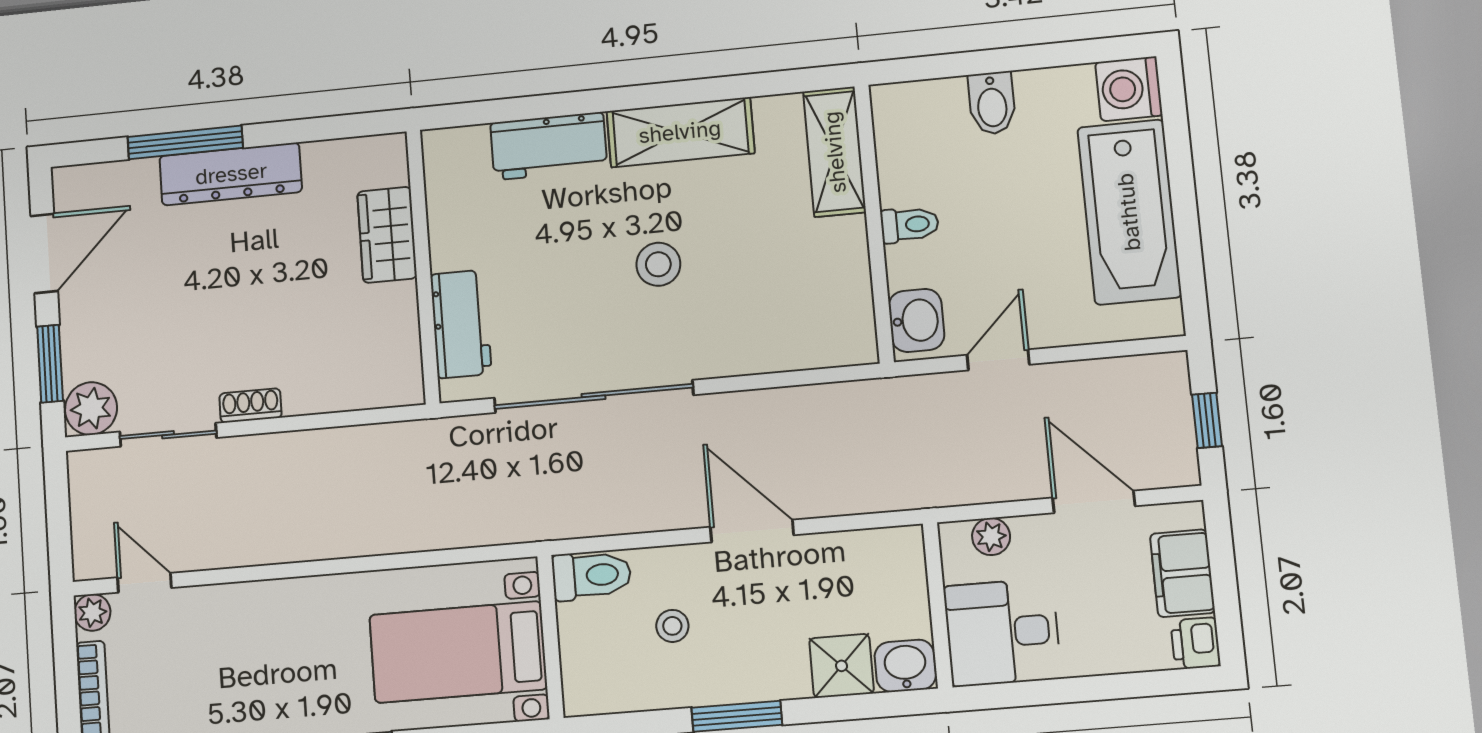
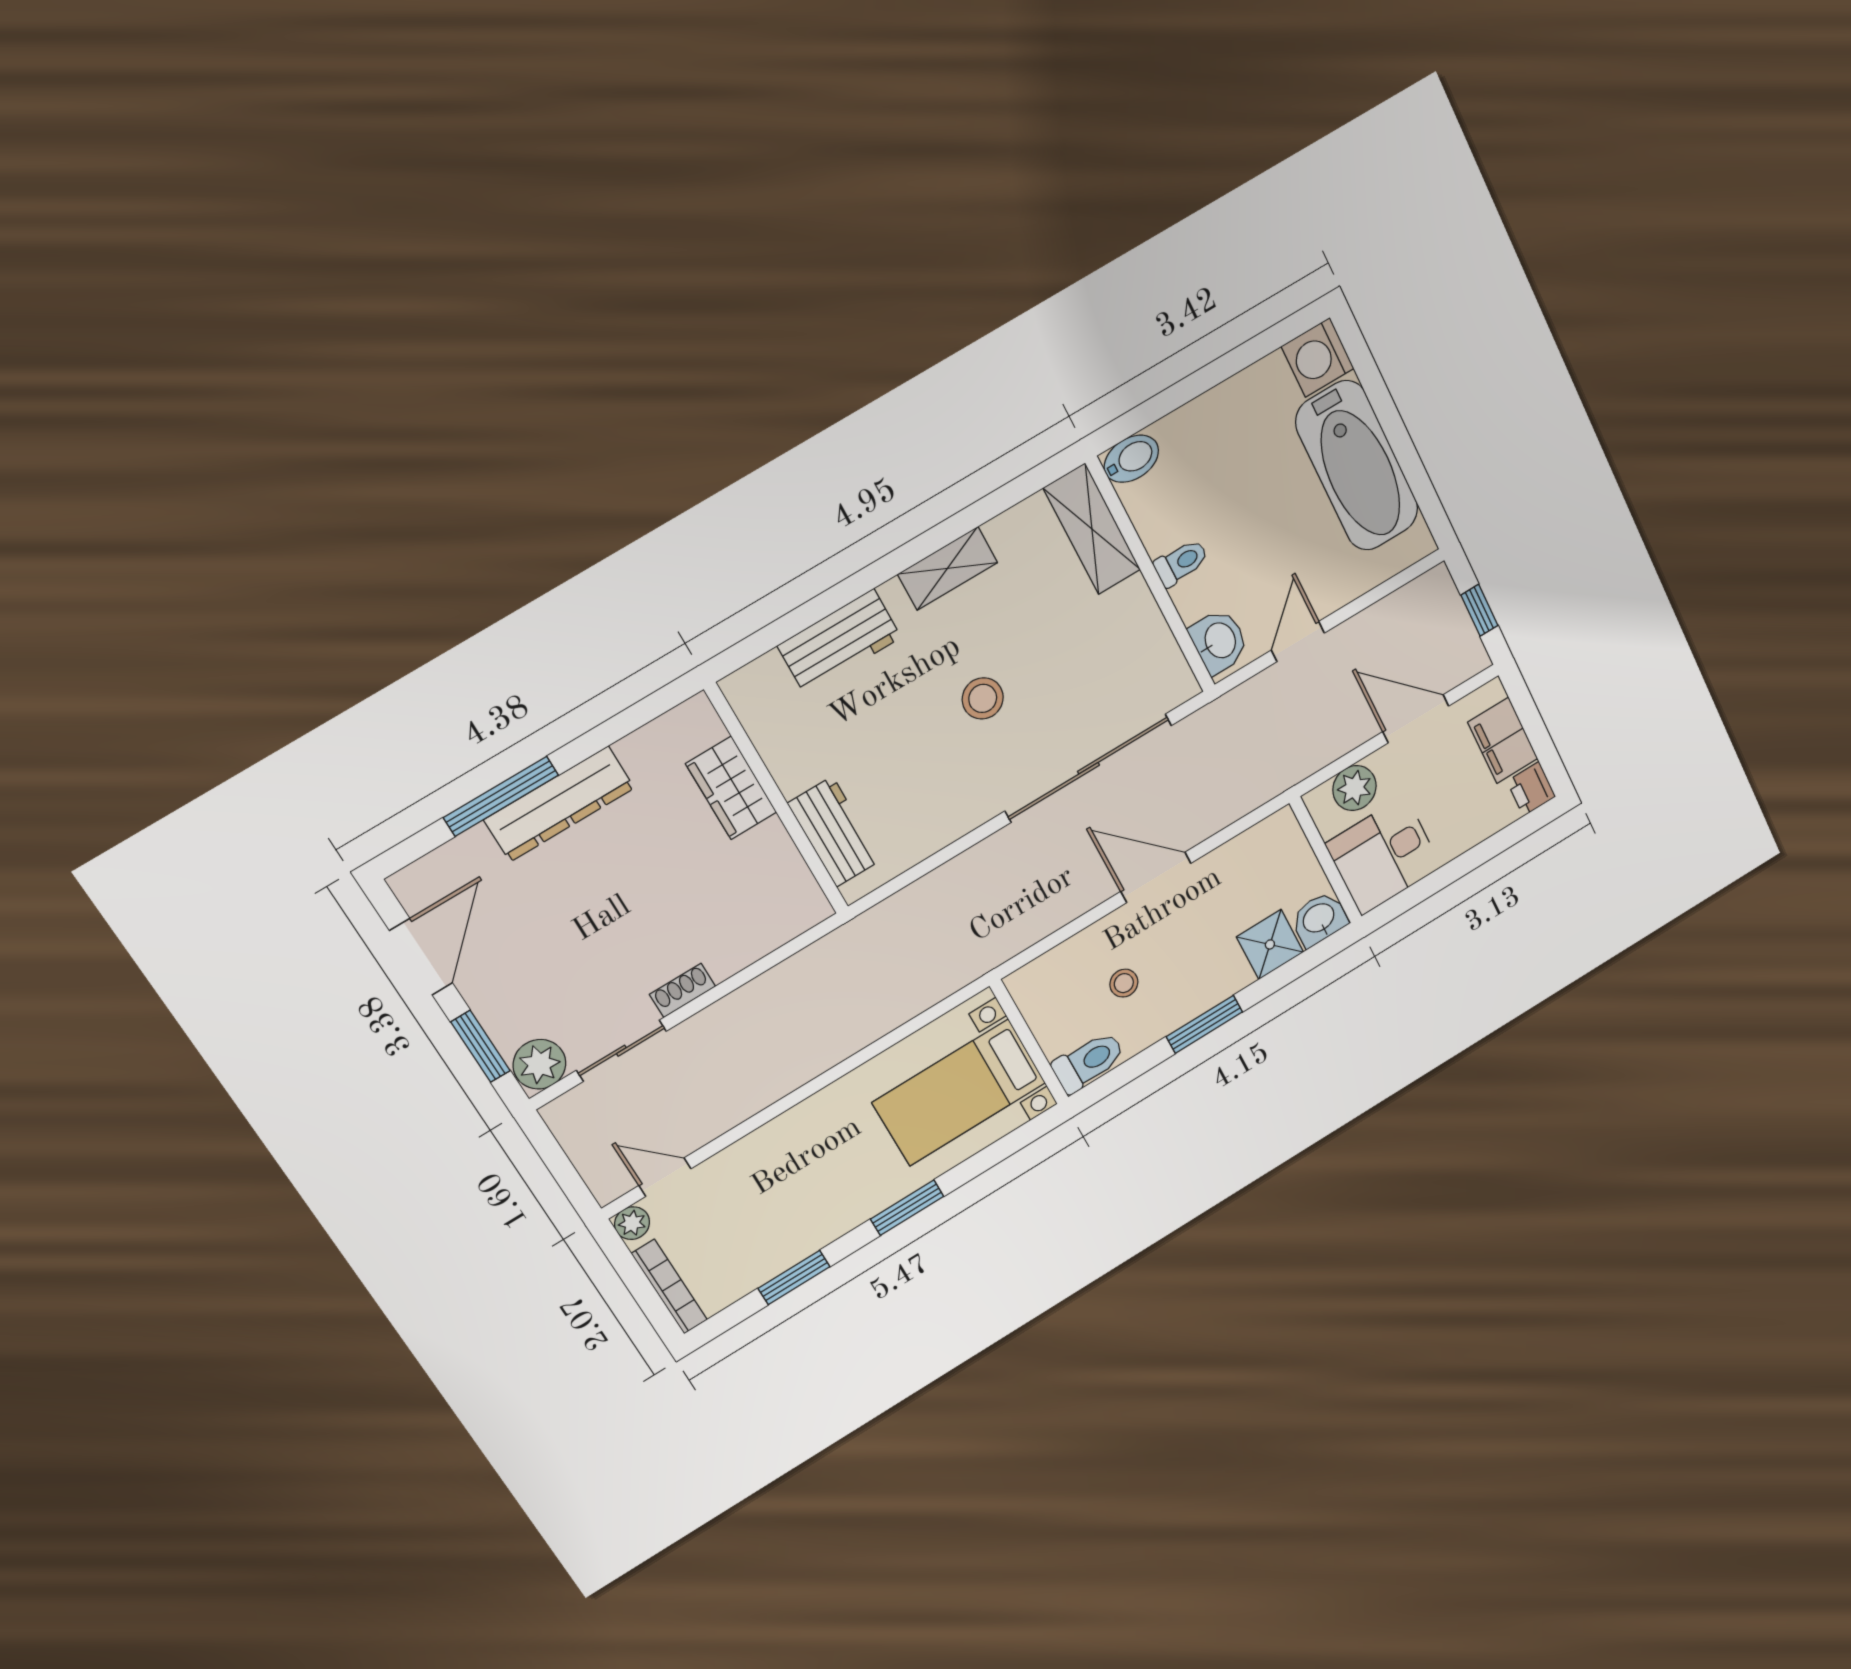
bidet: (992, 103) -> (1131, 459), moved, turned -90
shelving: (680, 132) -> (948, 568), width x0.67, depth x0.75
sliding door: (594, 396) -> (1088, 768), moved
plant: (991, 537) -> (1354, 788), width x1.38, depth x1.38
toilet: (592, 575) -> (1088, 1062), moved

